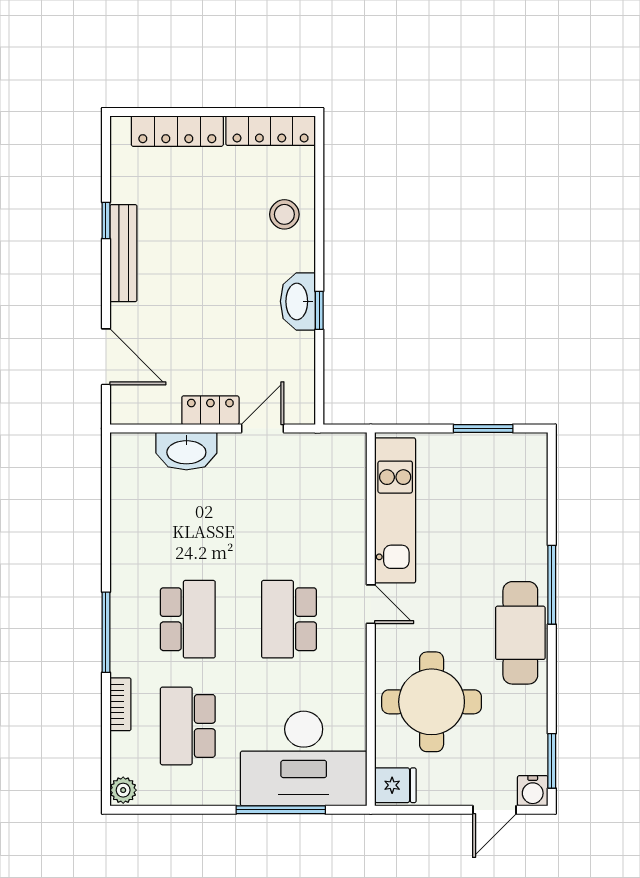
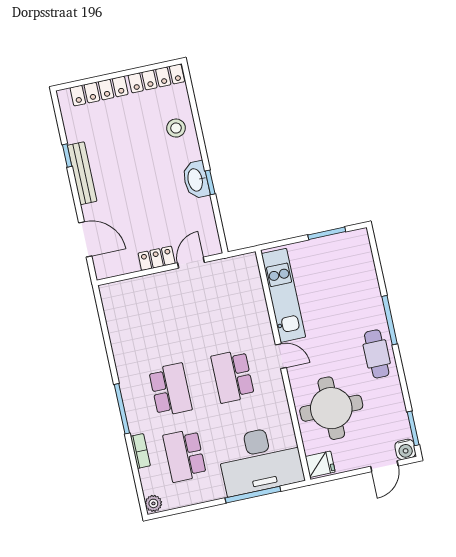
washbasin: (186, 451) -> (147, 287), removed
cafe table: (520, 633) -> (377, 354), width x0.73, depth x0.74

